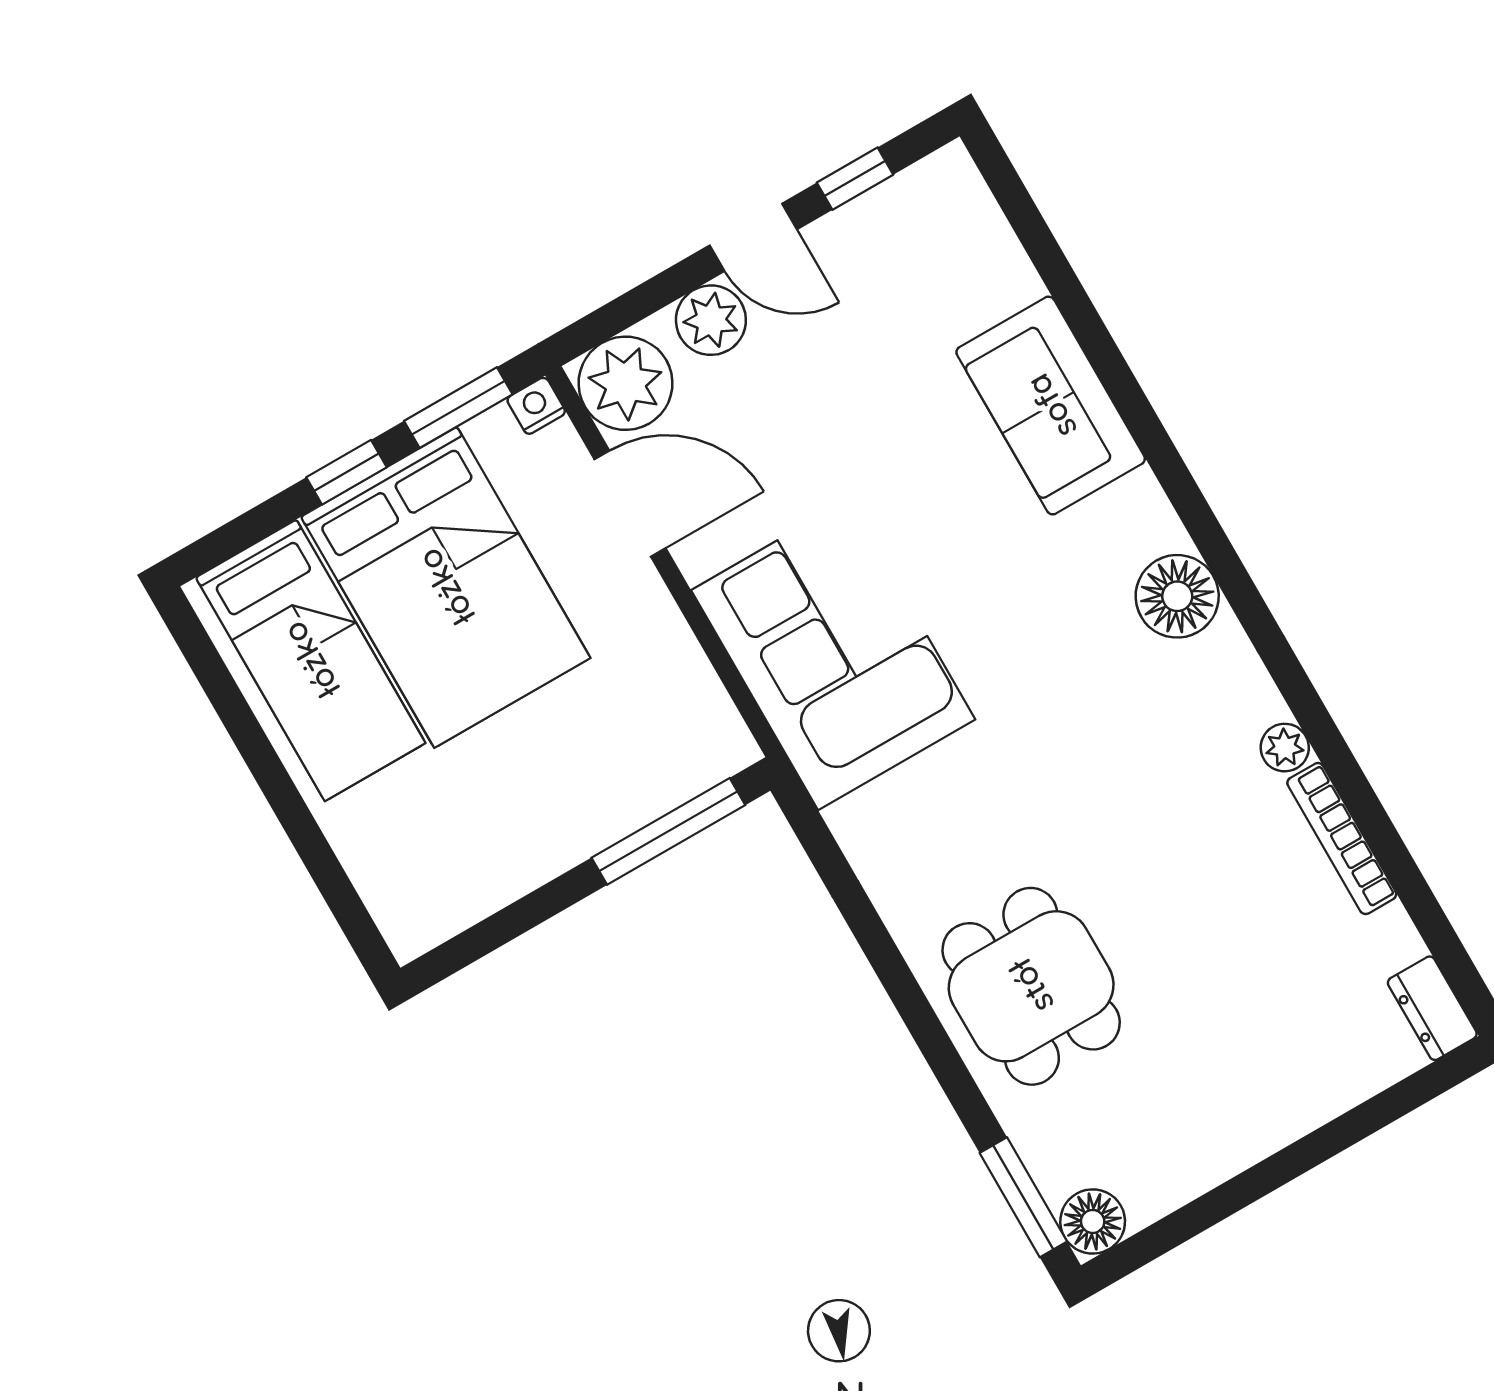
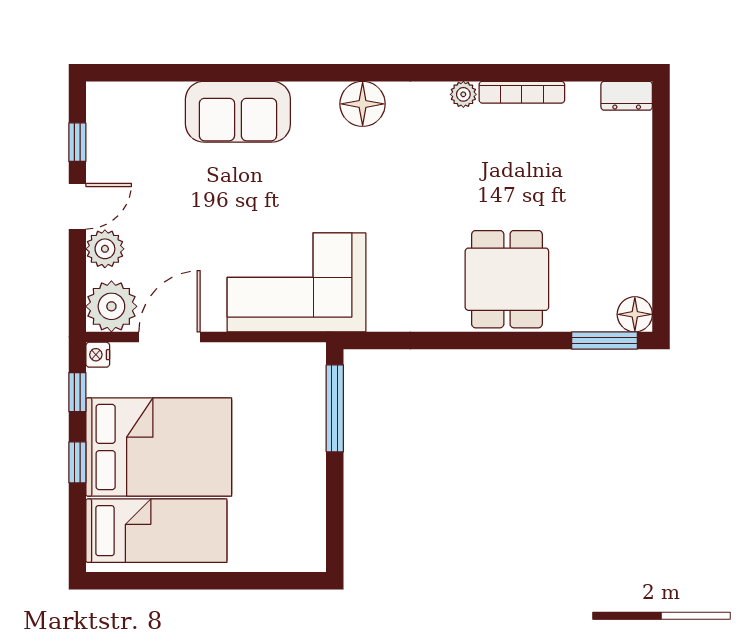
window: (458, 408) -> (77, 392), width x0.67
dining table: (1031, 986) -> (507, 279), turned 90

